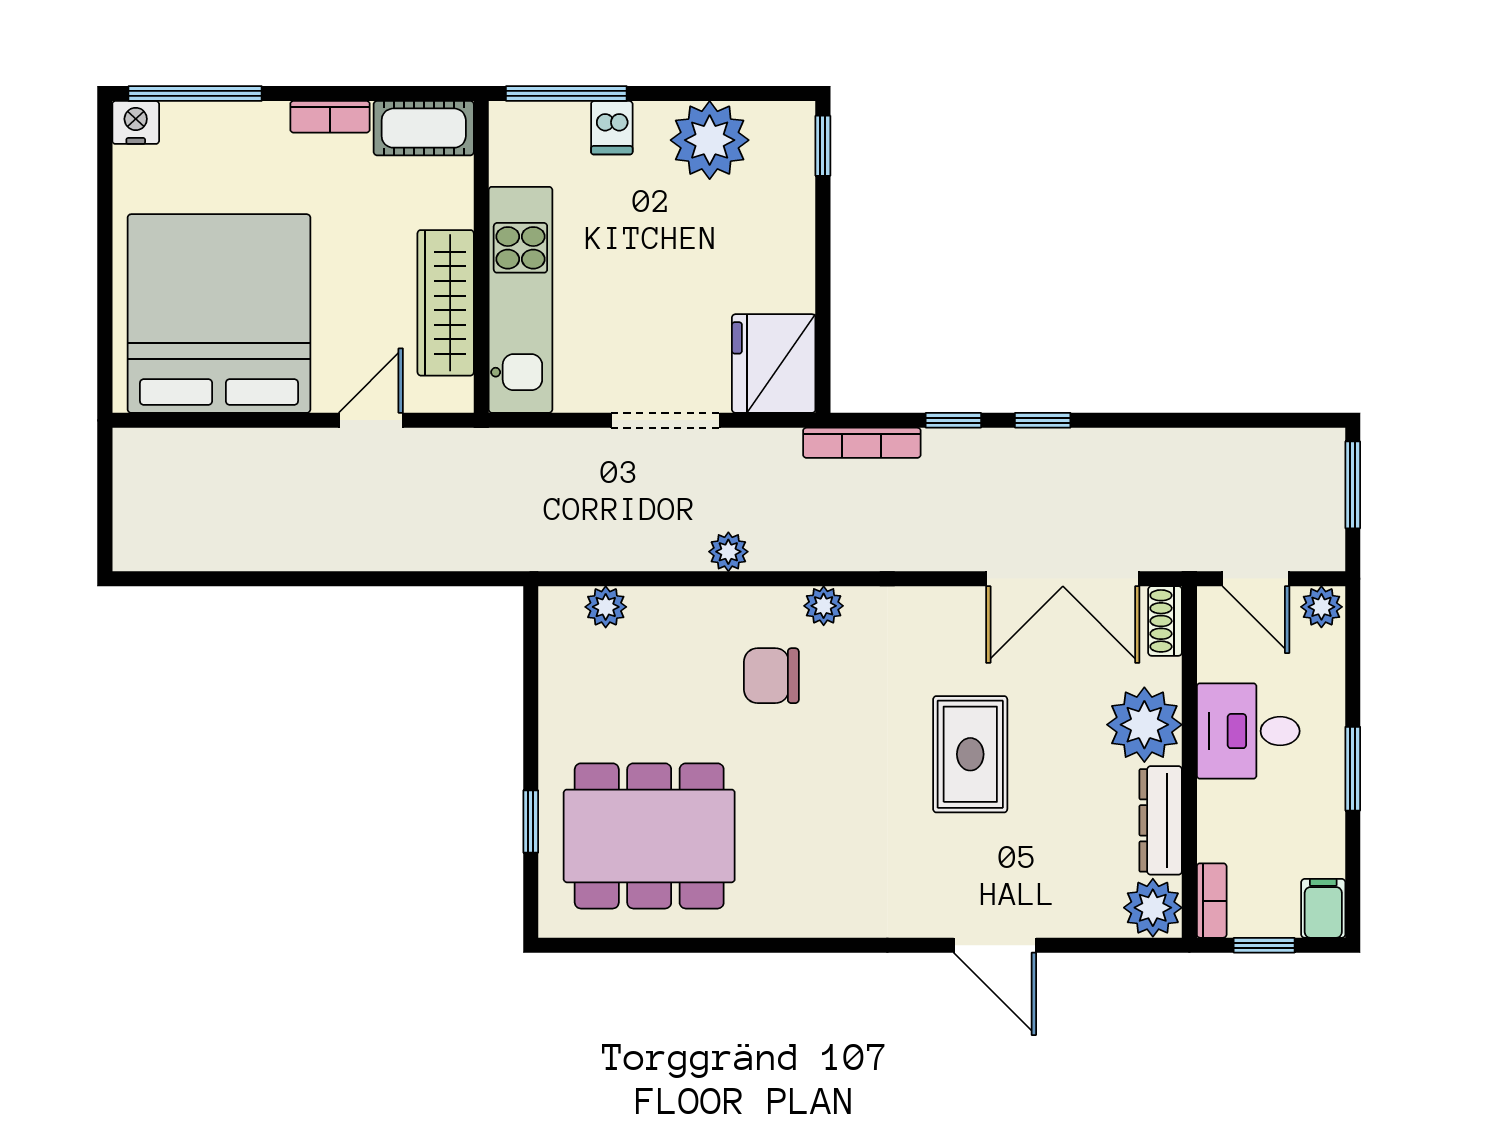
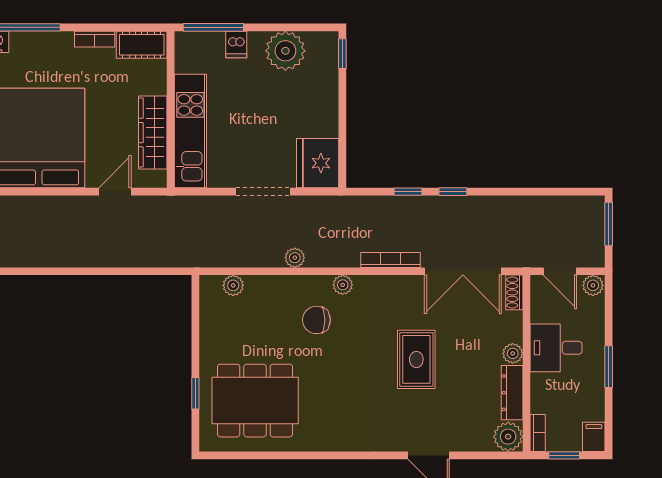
bookcase: (862, 443) -> (390, 260), moved, turned 180
plant: (1144, 725) -> (513, 353), width x0.53, depth x0.53

